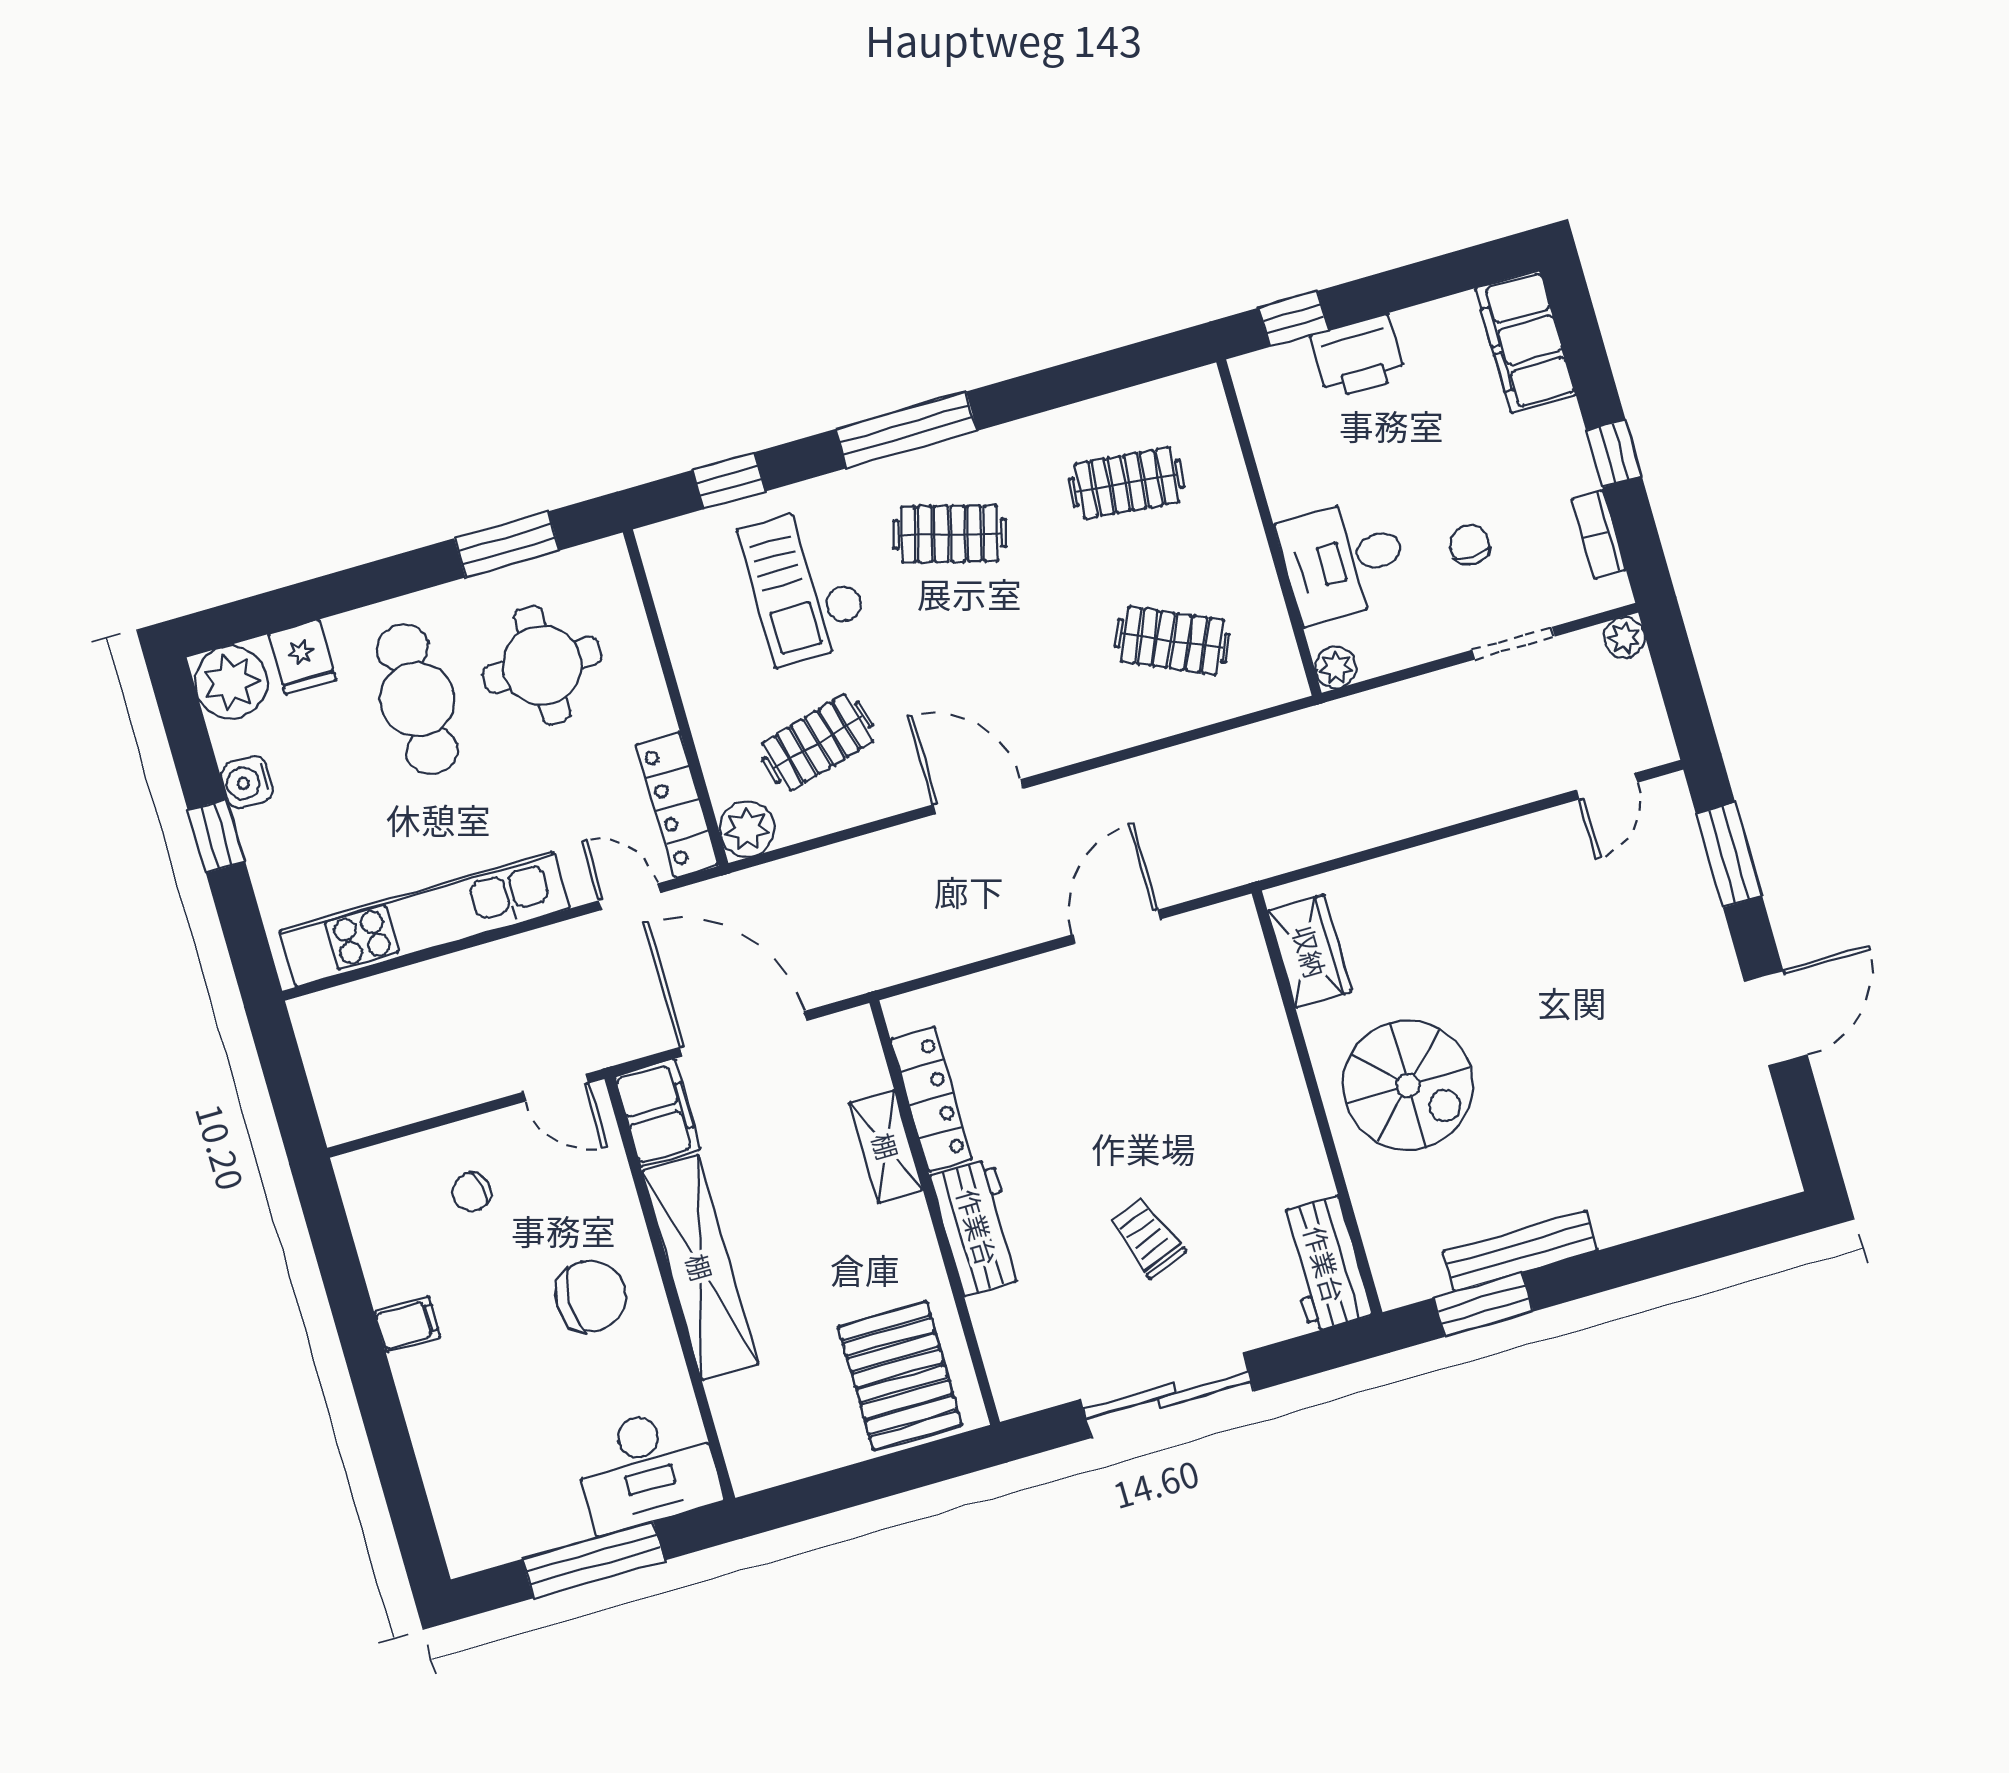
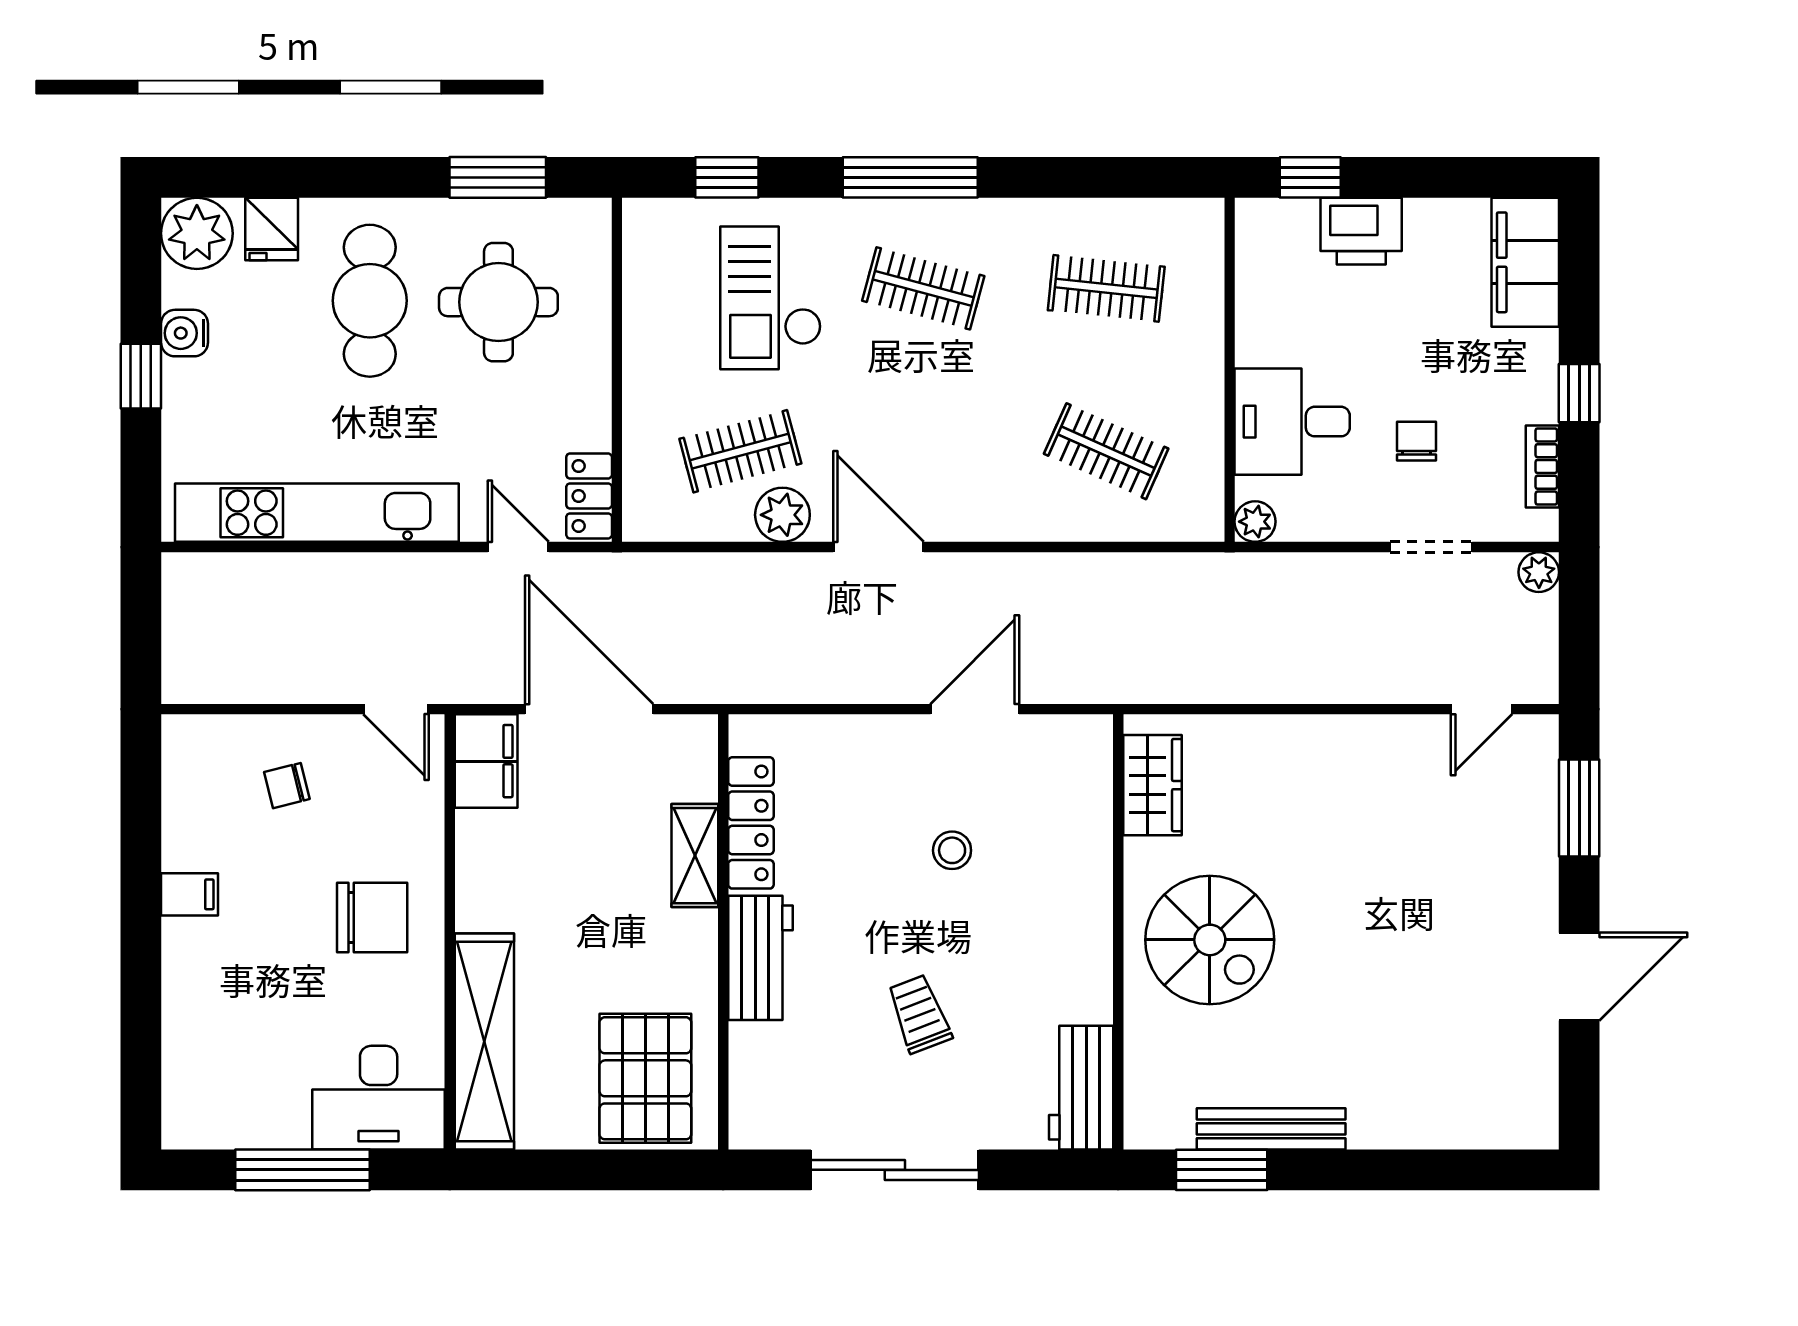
locker: (677, 805) -> (589, 496), width x0.66
plant: (747, 829) -> (782, 515), moved
stool: (1134, 1070) -> (952, 850), added
shelving: (700, 1267) -> (484, 1041), moved

